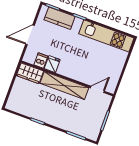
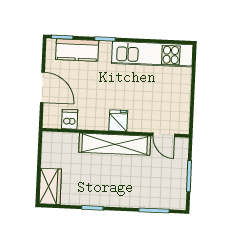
door: (30, 35) -> (42, 87), swing flipped
fridge: (52, 64) -> (118, 121), moved
wardrobe: (30, 73) -> (50, 186), moved, turned -90
door: (97, 89) -> (164, 135), swing flipped

